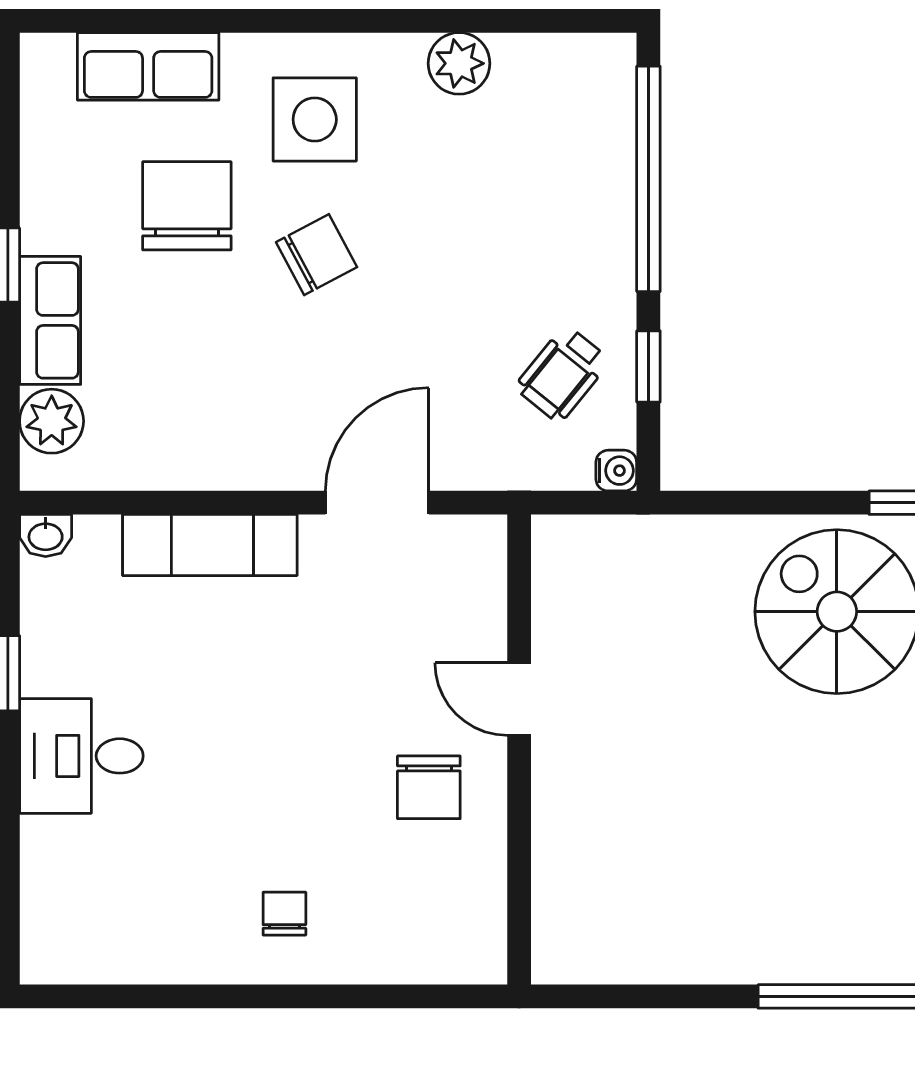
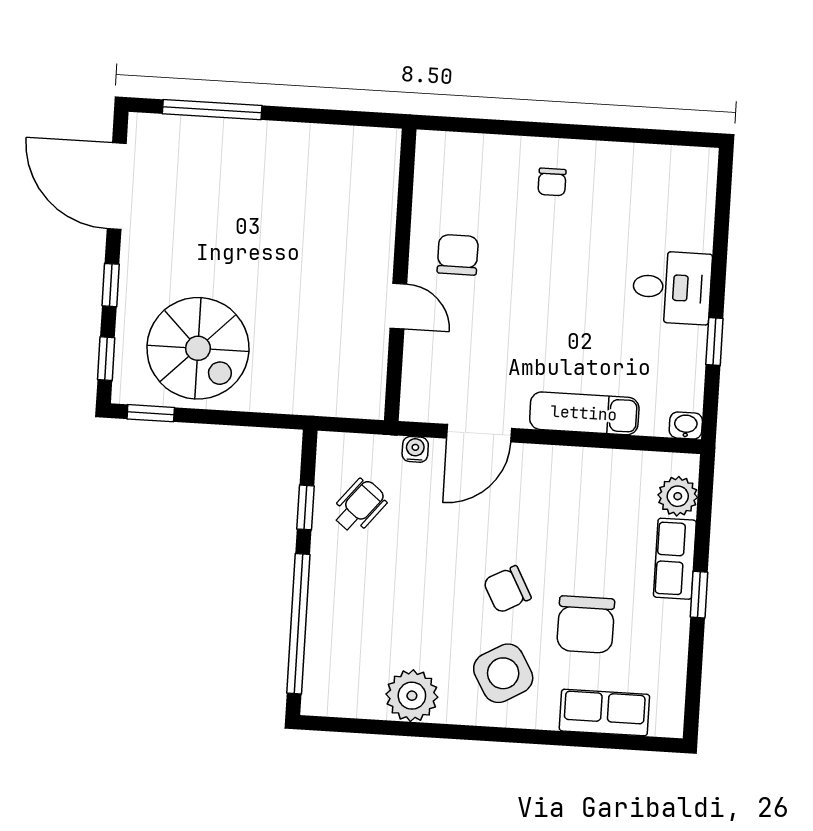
plant: (459, 63) -> (412, 696), width x1.36, depth x1.36
side table: (315, 119) -> (503, 673), turned -30
water cooler: (616, 471) -> (415, 449), moved, turned 90

